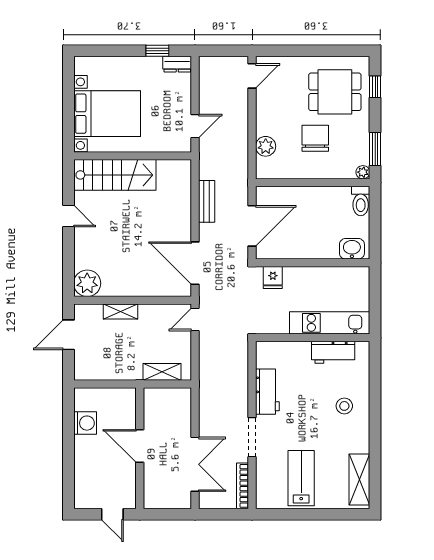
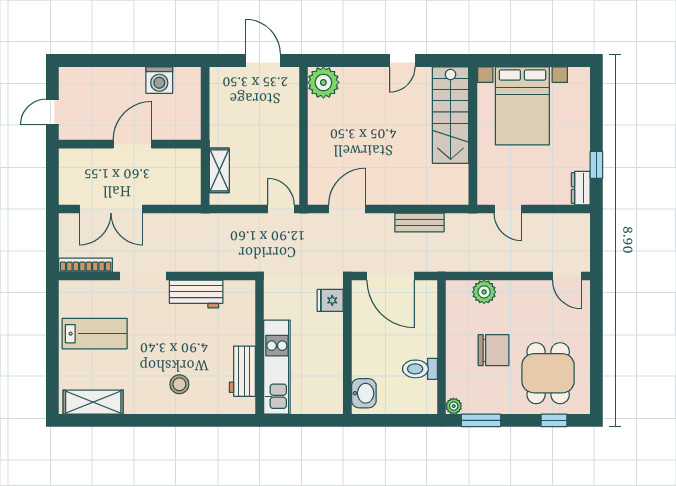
toilet: (361, 201) -> (420, 369), moved
door: (195, 263) -> (347, 209), width x0.73
shelving: (120, 312) -> (290, 122), removed

